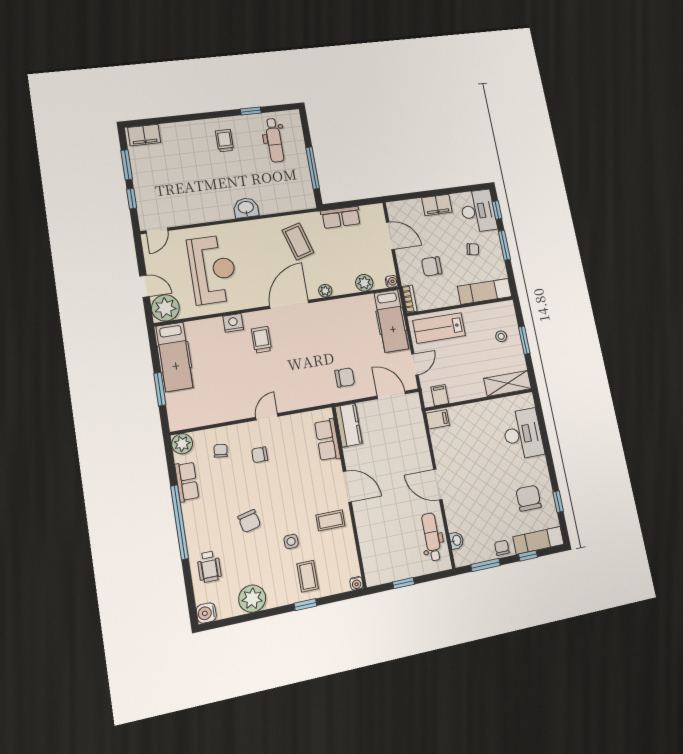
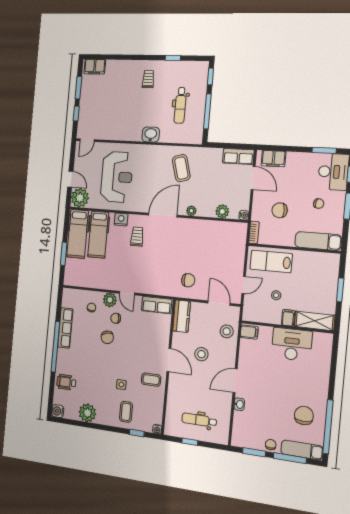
window: (305, 127) -> (210, 76), added
dental chair: (274, 140) -> (180, 105), moved
window: (461, 189) -> (324, 150), added
filing cabinet: (437, 205) -> (274, 159), moved
row of seats: (341, 217) -> (238, 156), moved
hospital bed: (391, 321) -> (98, 235), moved
stool: (501, 336) -> (276, 295), moved
filing cabinet: (440, 395) -> (288, 318), moved
door: (267, 417) -> (127, 293), swing flipped
stool: (410, 427) -> (227, 331), added
desk: (523, 434) -> (292, 344), moved, turned -90
row of seats: (327, 440) -> (157, 305), moved, turned -90
plant: (182, 444) -> (110, 300), moved
stool: (387, 465) -> (201, 354), added
row of seats: (187, 482) -> (65, 328), width x1.48
door: (438, 484) -> (235, 381), hinge flipped
window: (558, 502) -> (328, 427), width x3.17
chair: (249, 521) -> (107, 337), moved
dental chair: (432, 537) -> (199, 420), moved, turned -90
washbasin: (456, 540) -> (239, 404), moved
window: (528, 556) -> (290, 458), width x2.17
wheelchair: (209, 567) -> (66, 382), turned 90
window: (305, 605) -> (137, 433), moved

